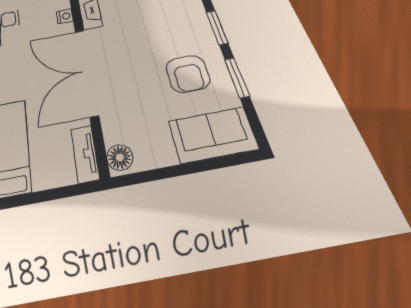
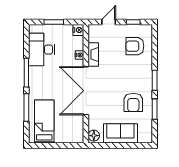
sofa: (213, 135) -> (120, 133), moved
tv unit: (85, 154) -> (79, 131), removed

